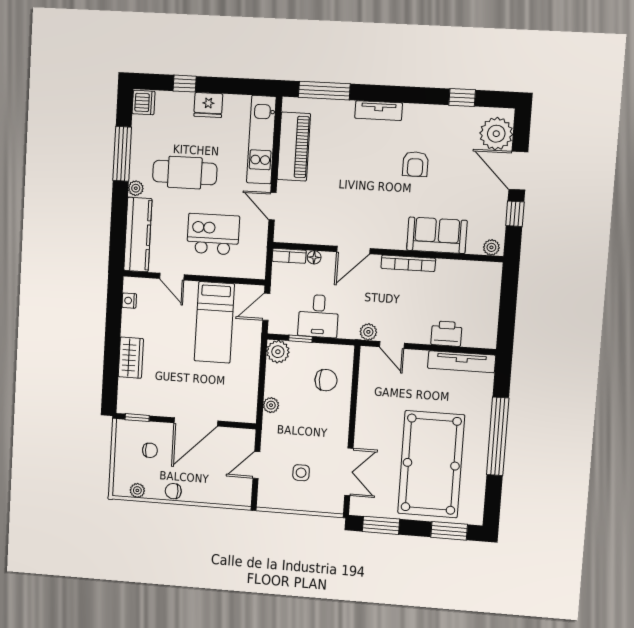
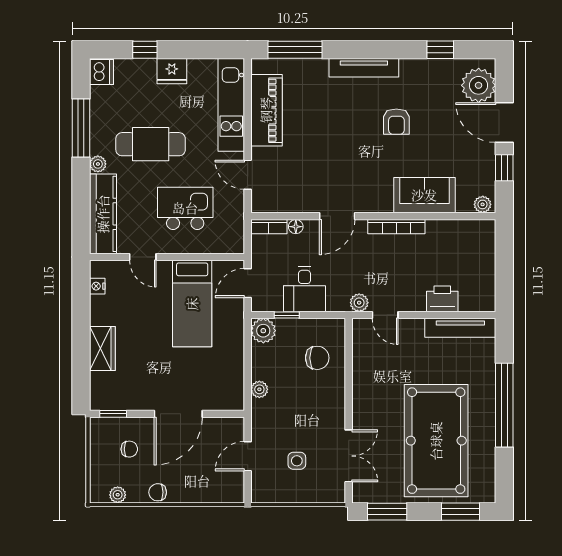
tv unit: (379, 111) -> (364, 68), width x1.41

